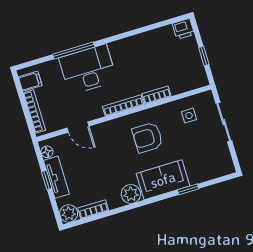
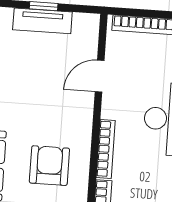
floor lamp: (47, 152) -> (82, 21), removed

